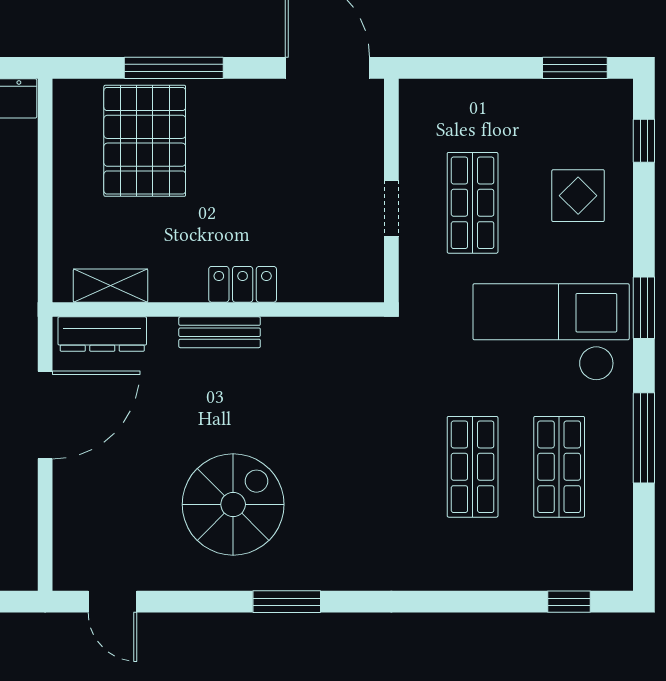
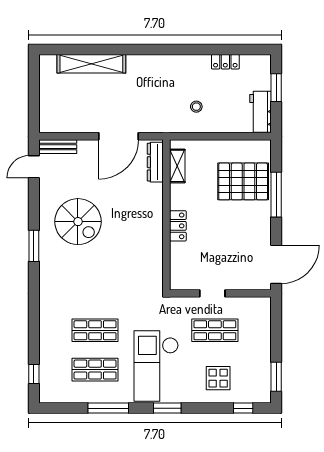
bench: (220, 332) -> (58, 147), moved, turned 90
checkout: (551, 332) -> (156, 366), turned 180
door: (45, 415) -> (119, 136), hinge flipped

